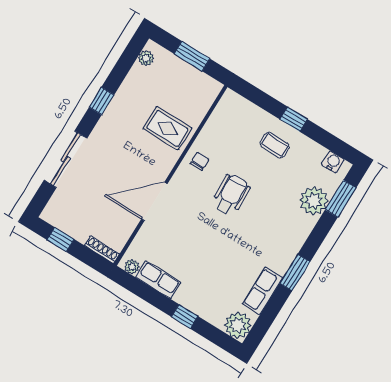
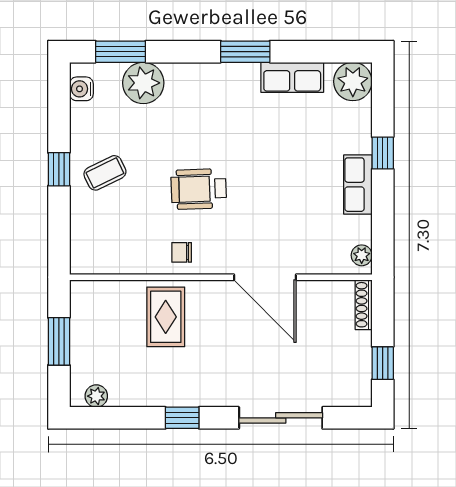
coffee table: (275, 145) -> (105, 173), turned 62
row of seats: (158, 280) -> (358, 185), moved

